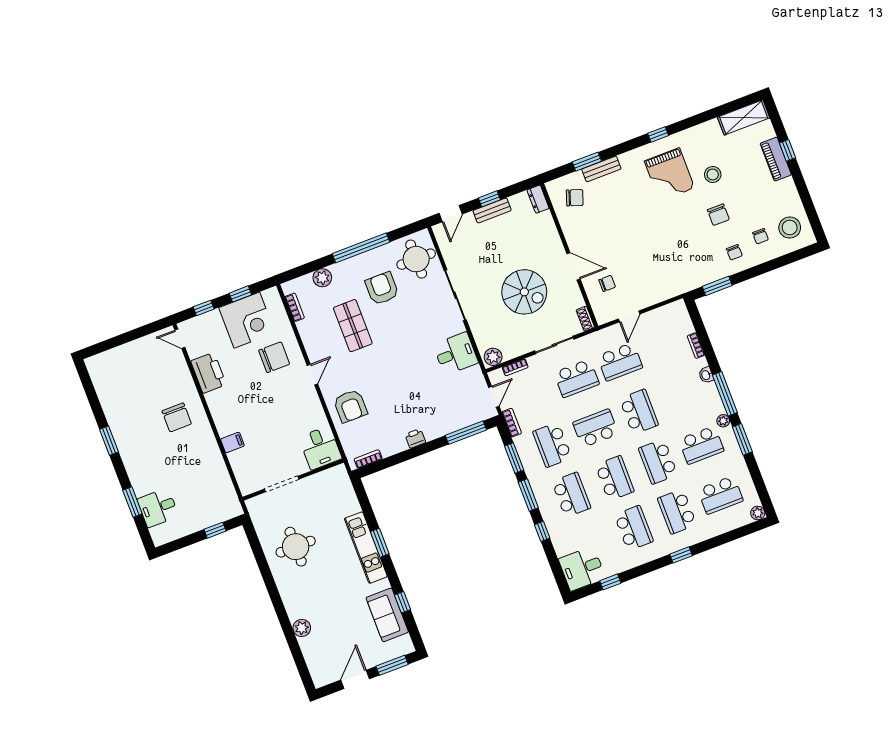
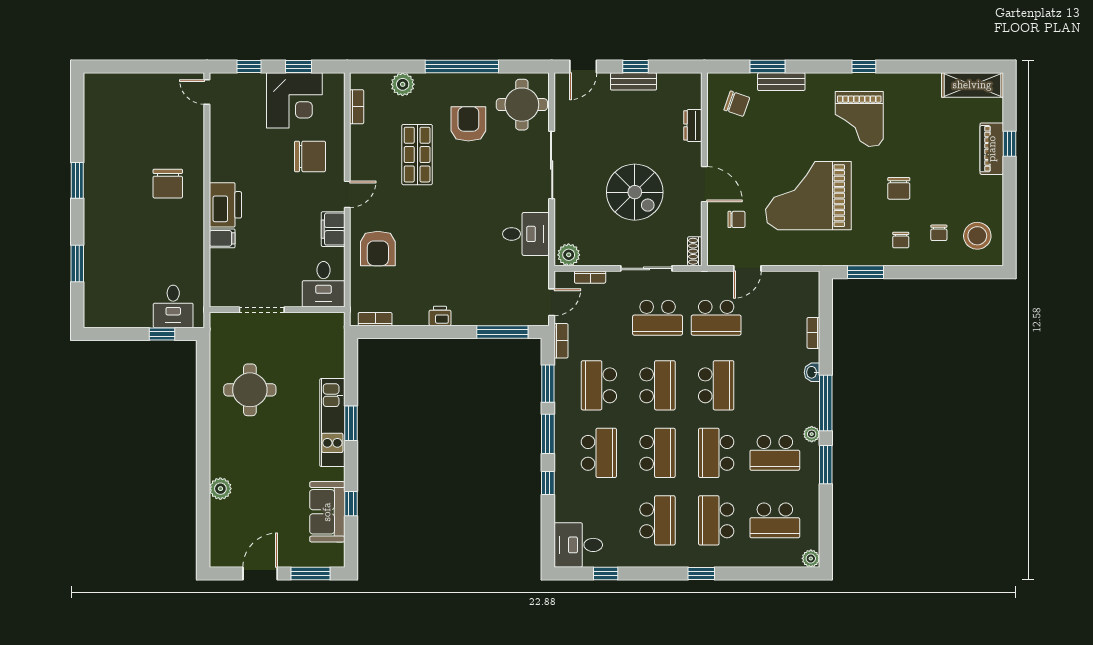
stool: (713, 174) -> (910, 138), removed
dresser: (538, 199) -> (693, 125), moved
grand piano: (654, 246) -> (808, 196), added
printer: (209, 373) -> (225, 205), moved
filing cabinet: (312, 404) -> (333, 229), added
school desk: (596, 428) -> (658, 385), turned 90
desk: (158, 508) -> (173, 306), moved, turned -90

